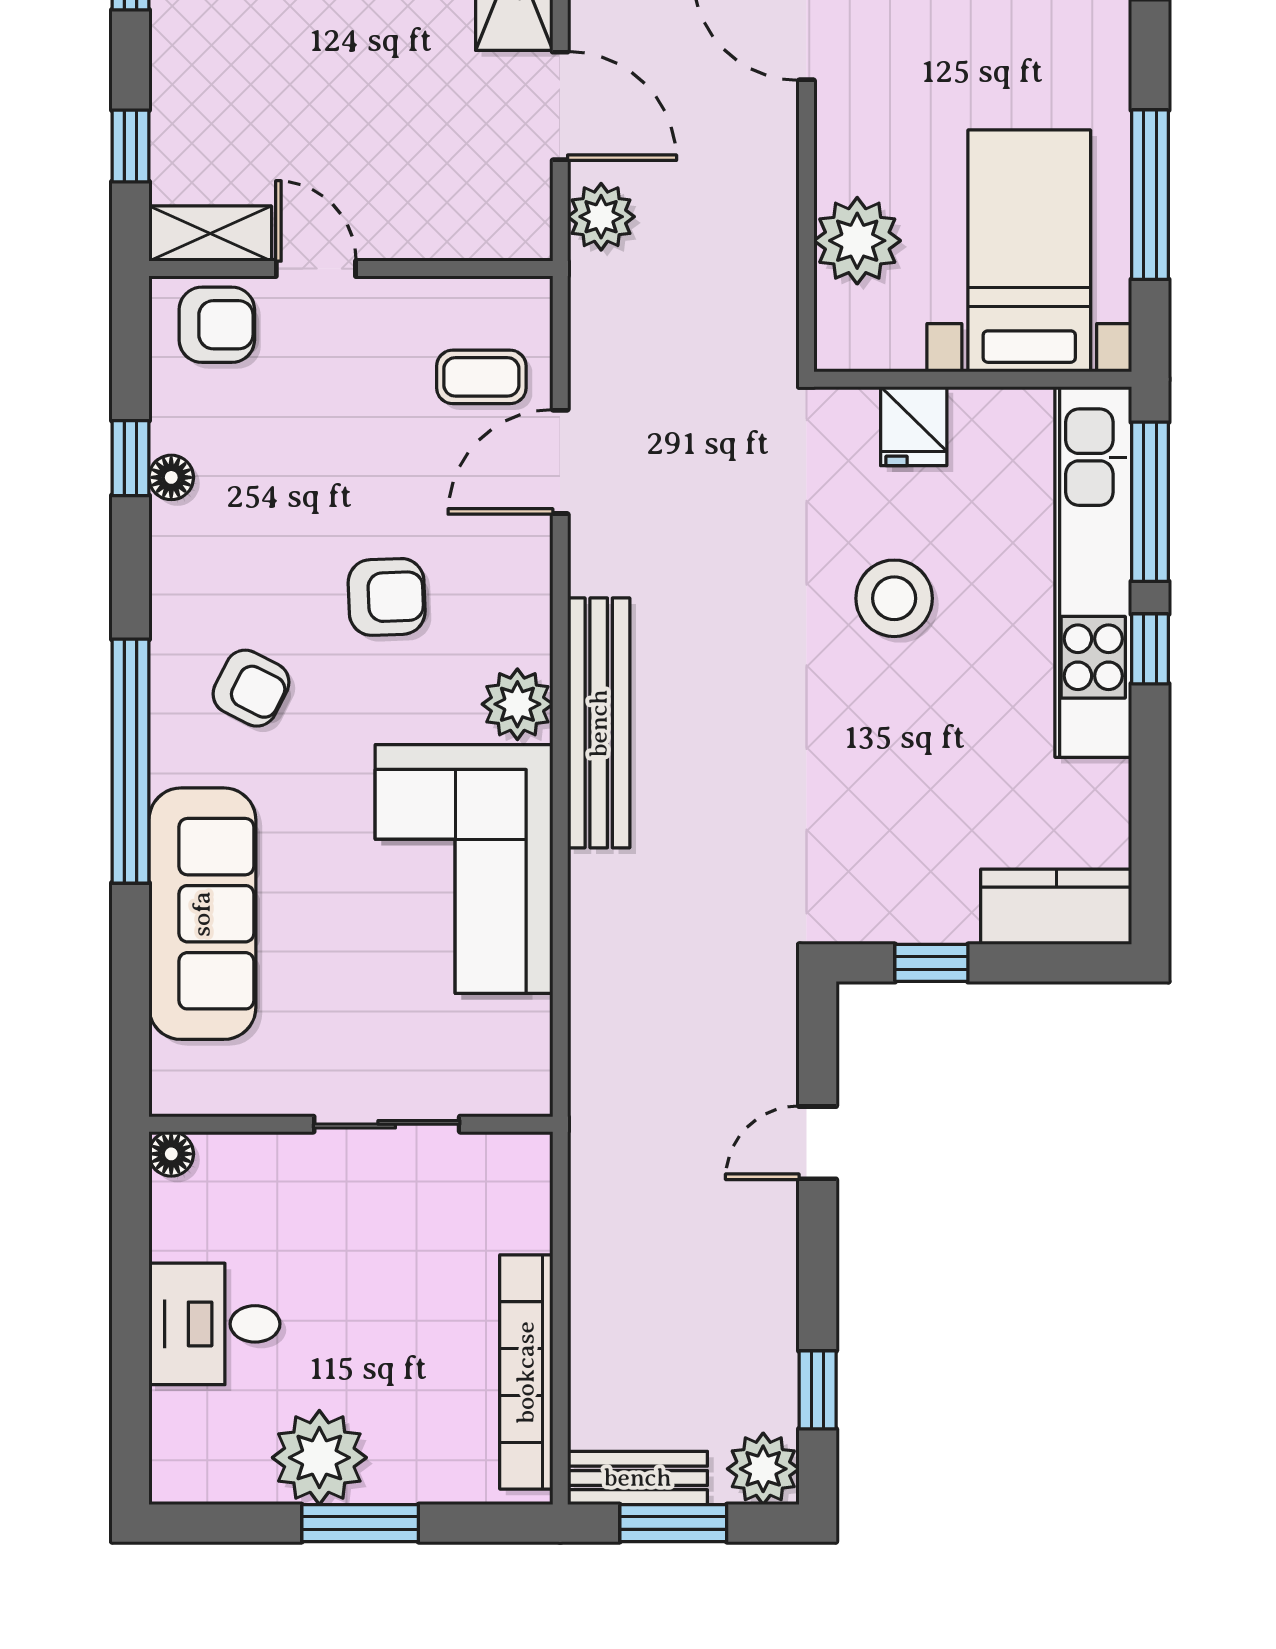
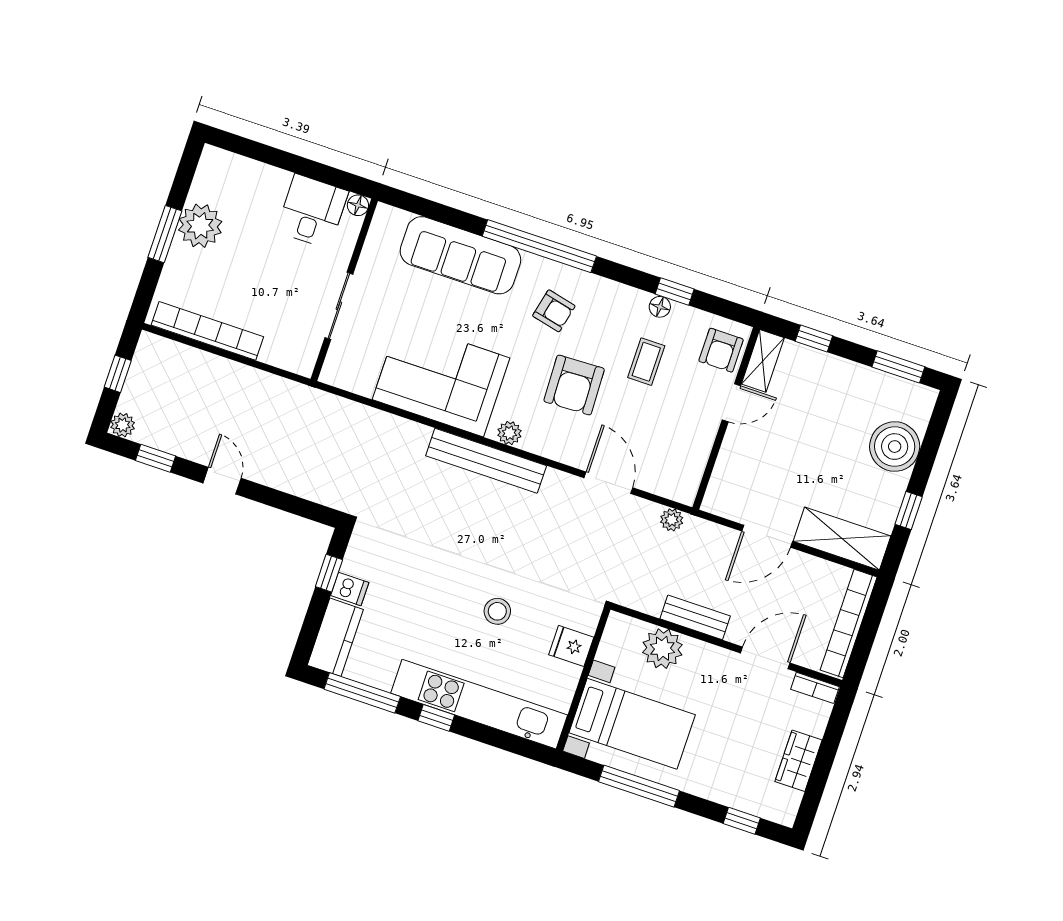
plant: (601, 217) -> (672, 520), moved, width x0.73, depth x0.73
coffee table: (481, 377) -> (646, 362), moved
window: (1150, 502) -> (362, 693), moved
armchair: (387, 597) -> (574, 385), width x1.38, depth x1.38
stool: (894, 598) -> (497, 611), width x0.73, depth x0.73
armchair: (251, 688) -> (554, 311), turned -104
plant: (517, 704) -> (509, 433), width x0.73, depth x0.73
dishwasher: (949, 910) -> (350, 589), added
door: (818, 1143) -> (222, 481), moved
desk: (214, 1324) -> (312, 211), moved
plant: (763, 1469) -> (123, 425), width x0.73, depth x0.73
bench: (638, 1478) -> (695, 617), moved, turned 90
window: (673, 1523) -> (118, 374), width x0.67

